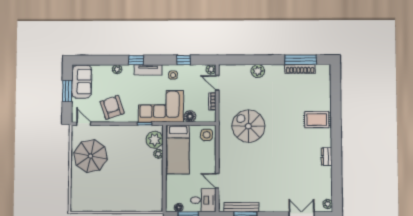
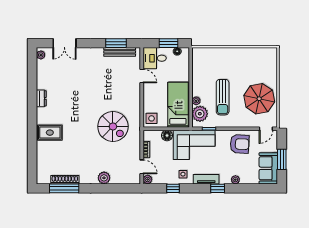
armchair: (112, 107) -> (240, 144), turned -68
door: (84, 124) -> (266, 129), hinge flipped
sun lounger: (130, 158) -> (223, 97), added

